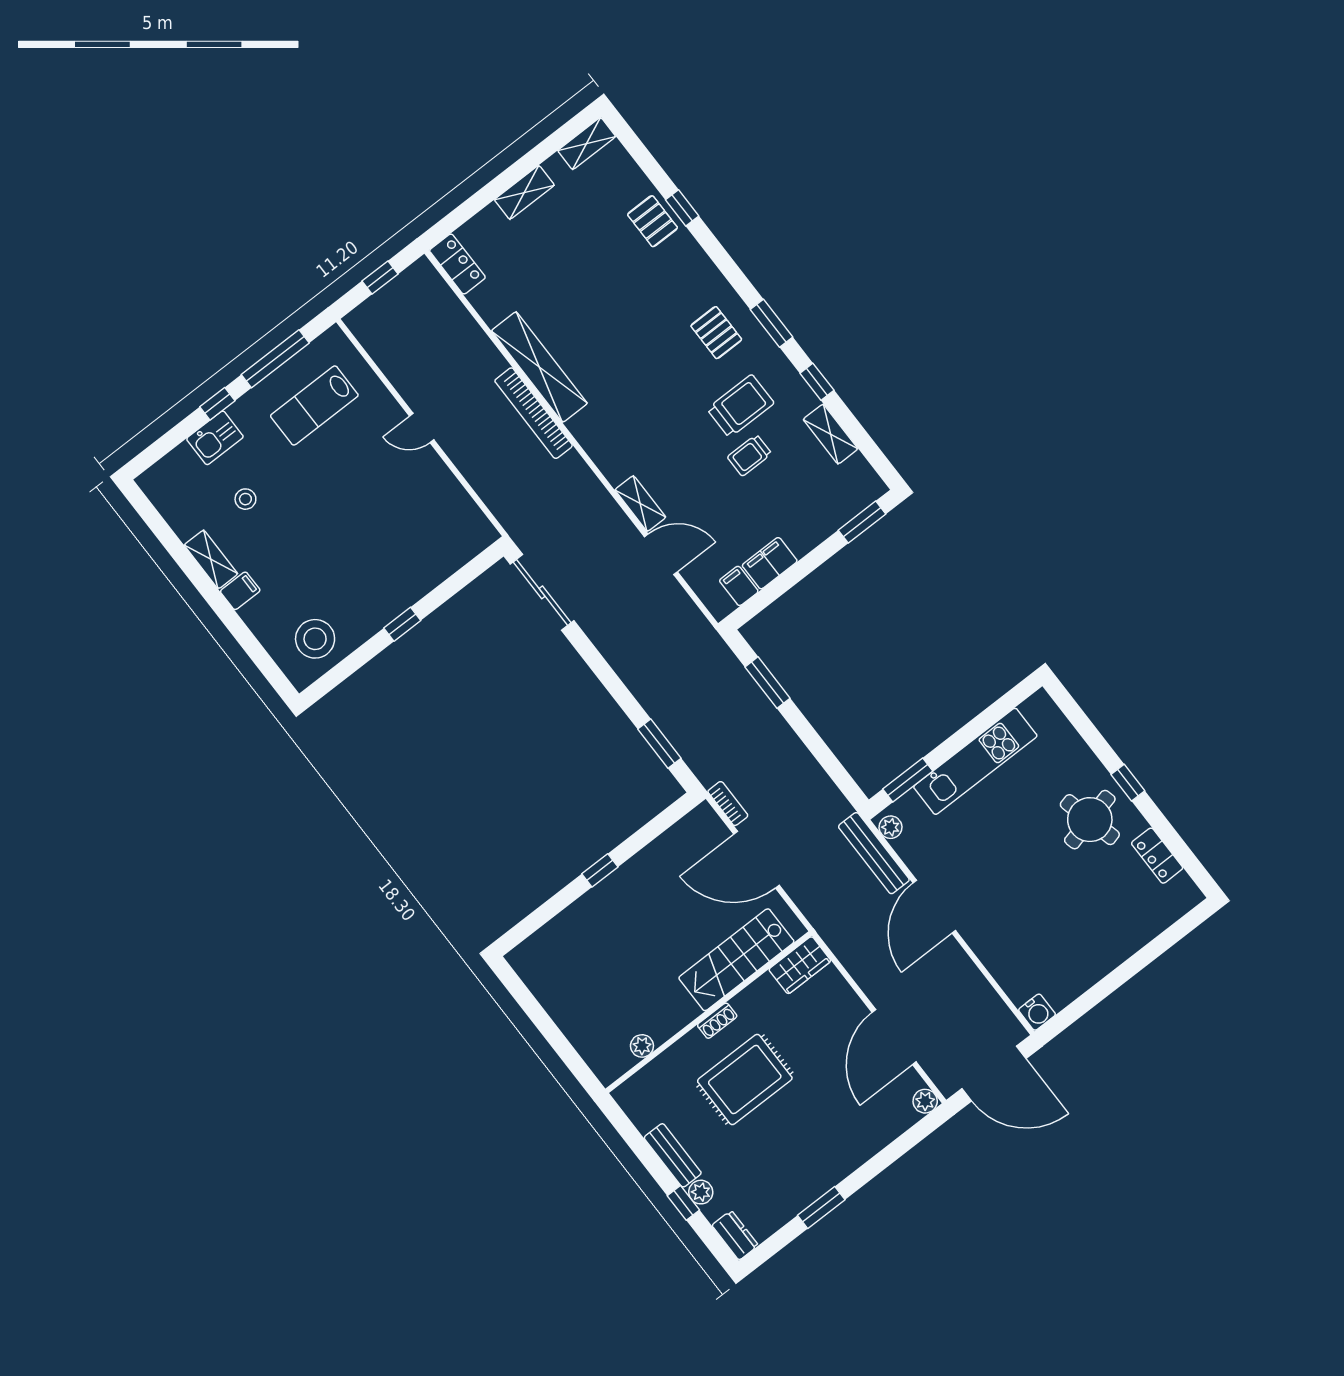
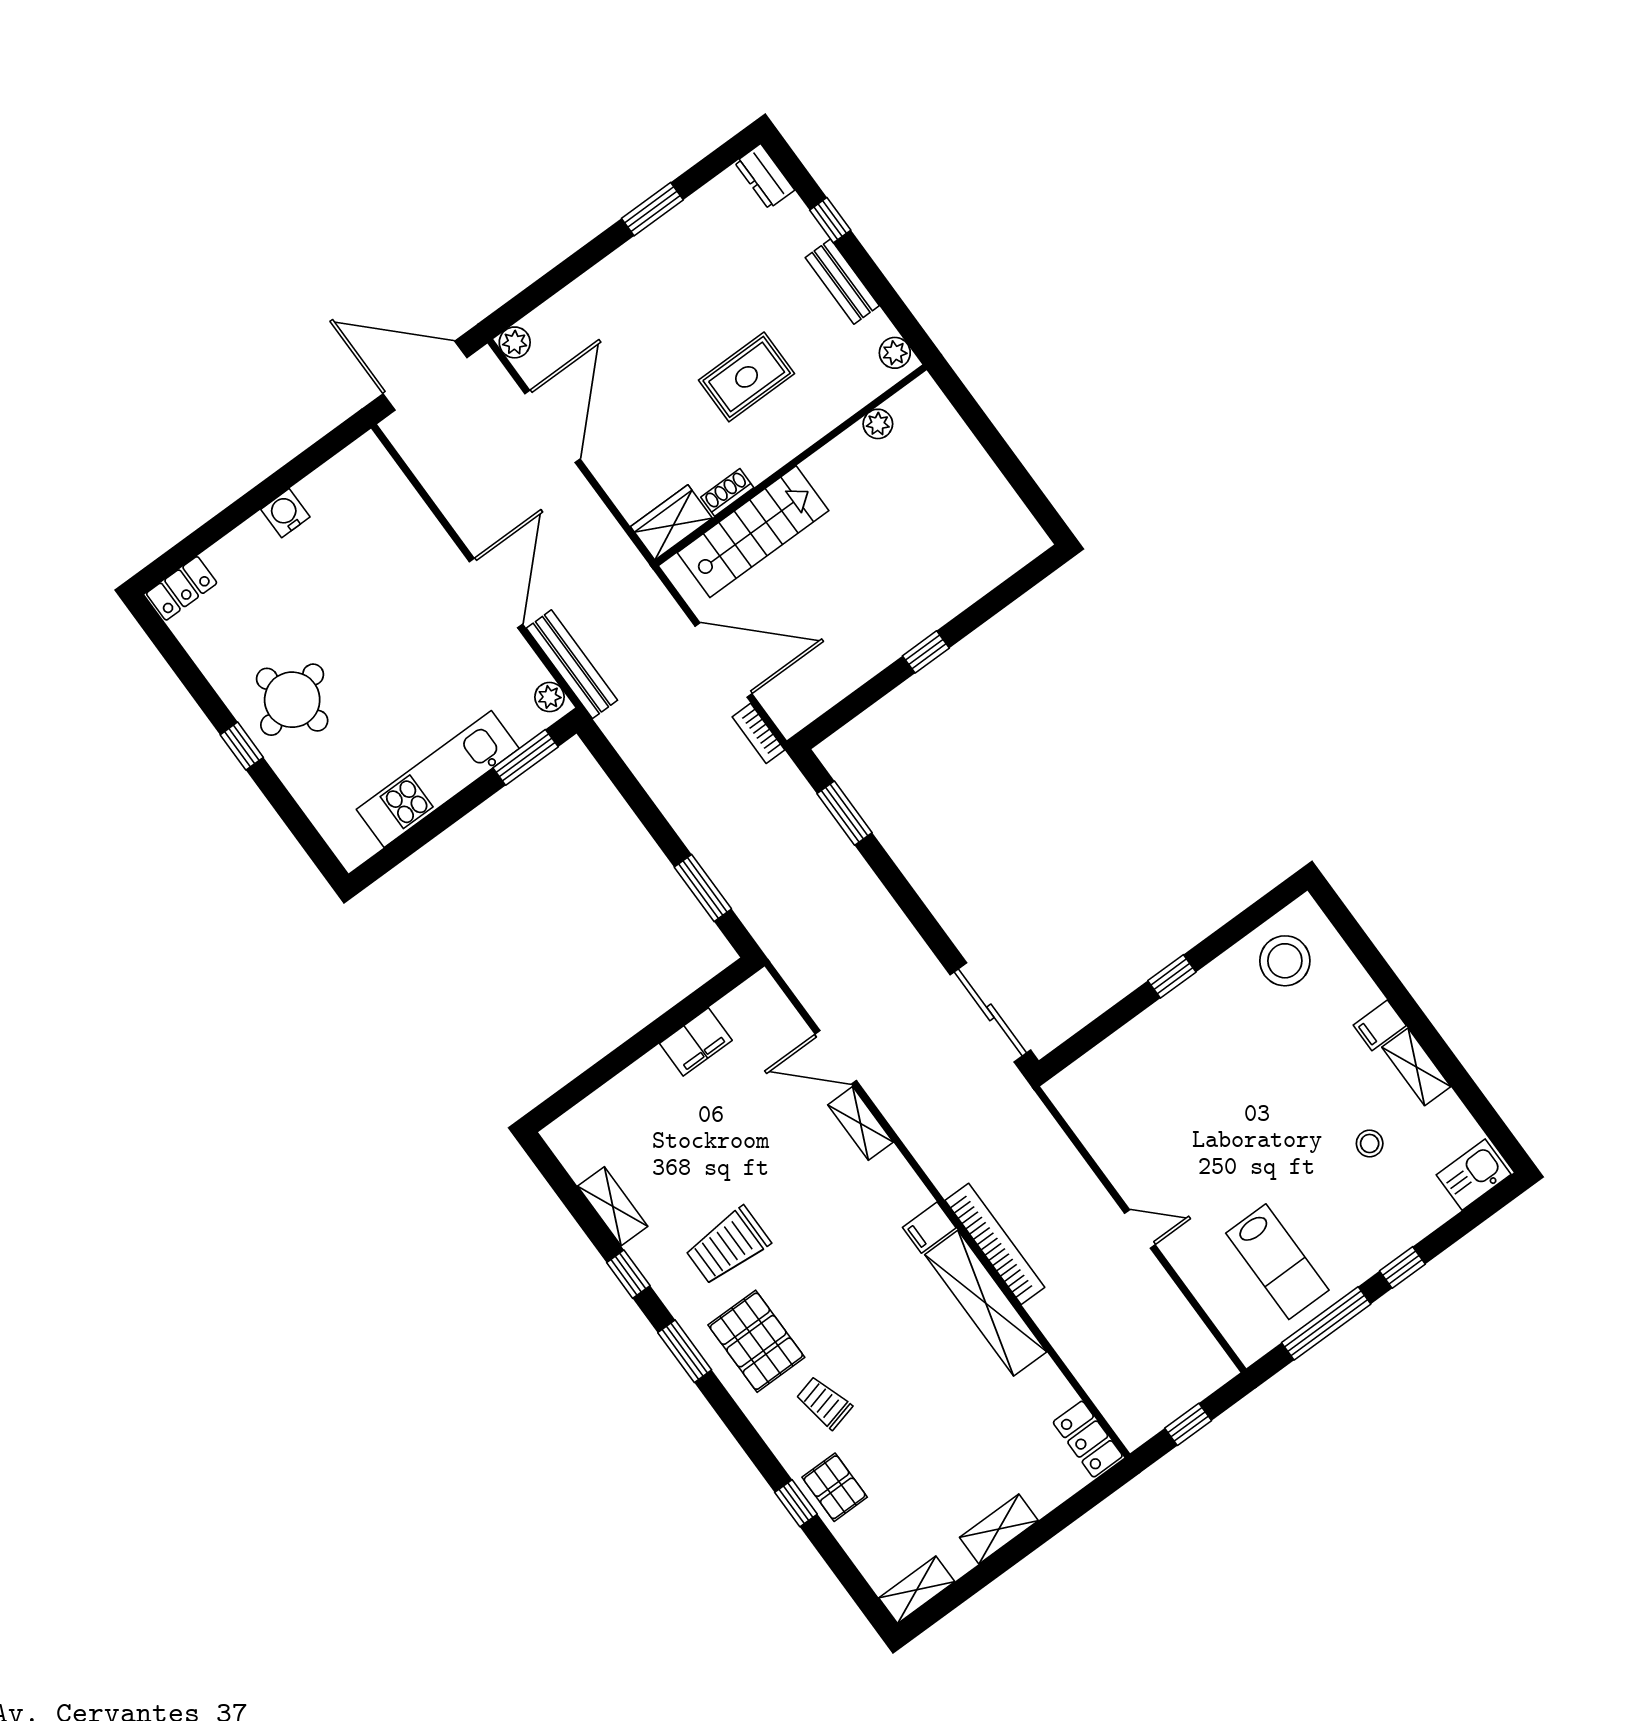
pallet: (716, 333) -> (756, 1341), width x1.50, depth x1.42
lab bench: (314, 406) -> (1277, 1262), turned 90
kitchen sink: (215, 438) -> (1474, 1175), moved
trolley: (749, 455) -> (824, 1403), moved, turned -104
window: (862, 522) -> (575, 1092), removed
filing cabinet: (739, 586) -> (929, 1228), moved, turned 90
locker: (1157, 856) -> (182, 588), moved, turned 90
water cooler: (1037, 1012) -> (285, 513), moved
shoe rack: (717, 1021) -> (727, 492), moved
rug: (745, 1079) -> (747, 377), width x0.73, depth x0.70
plant: (701, 1192) -> (895, 353), moved

